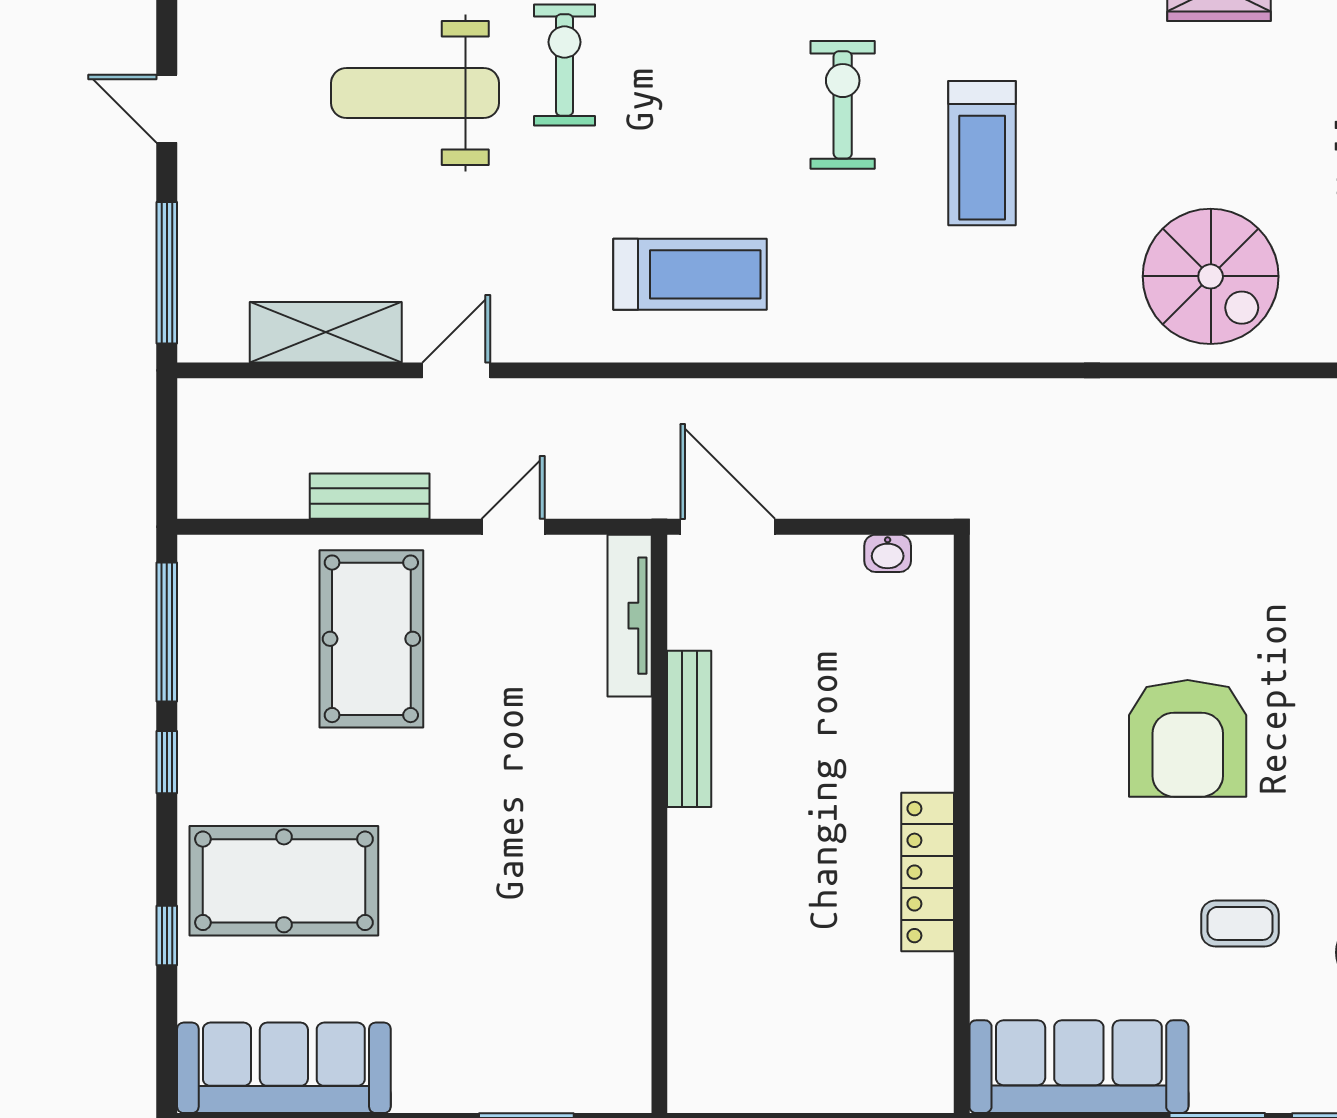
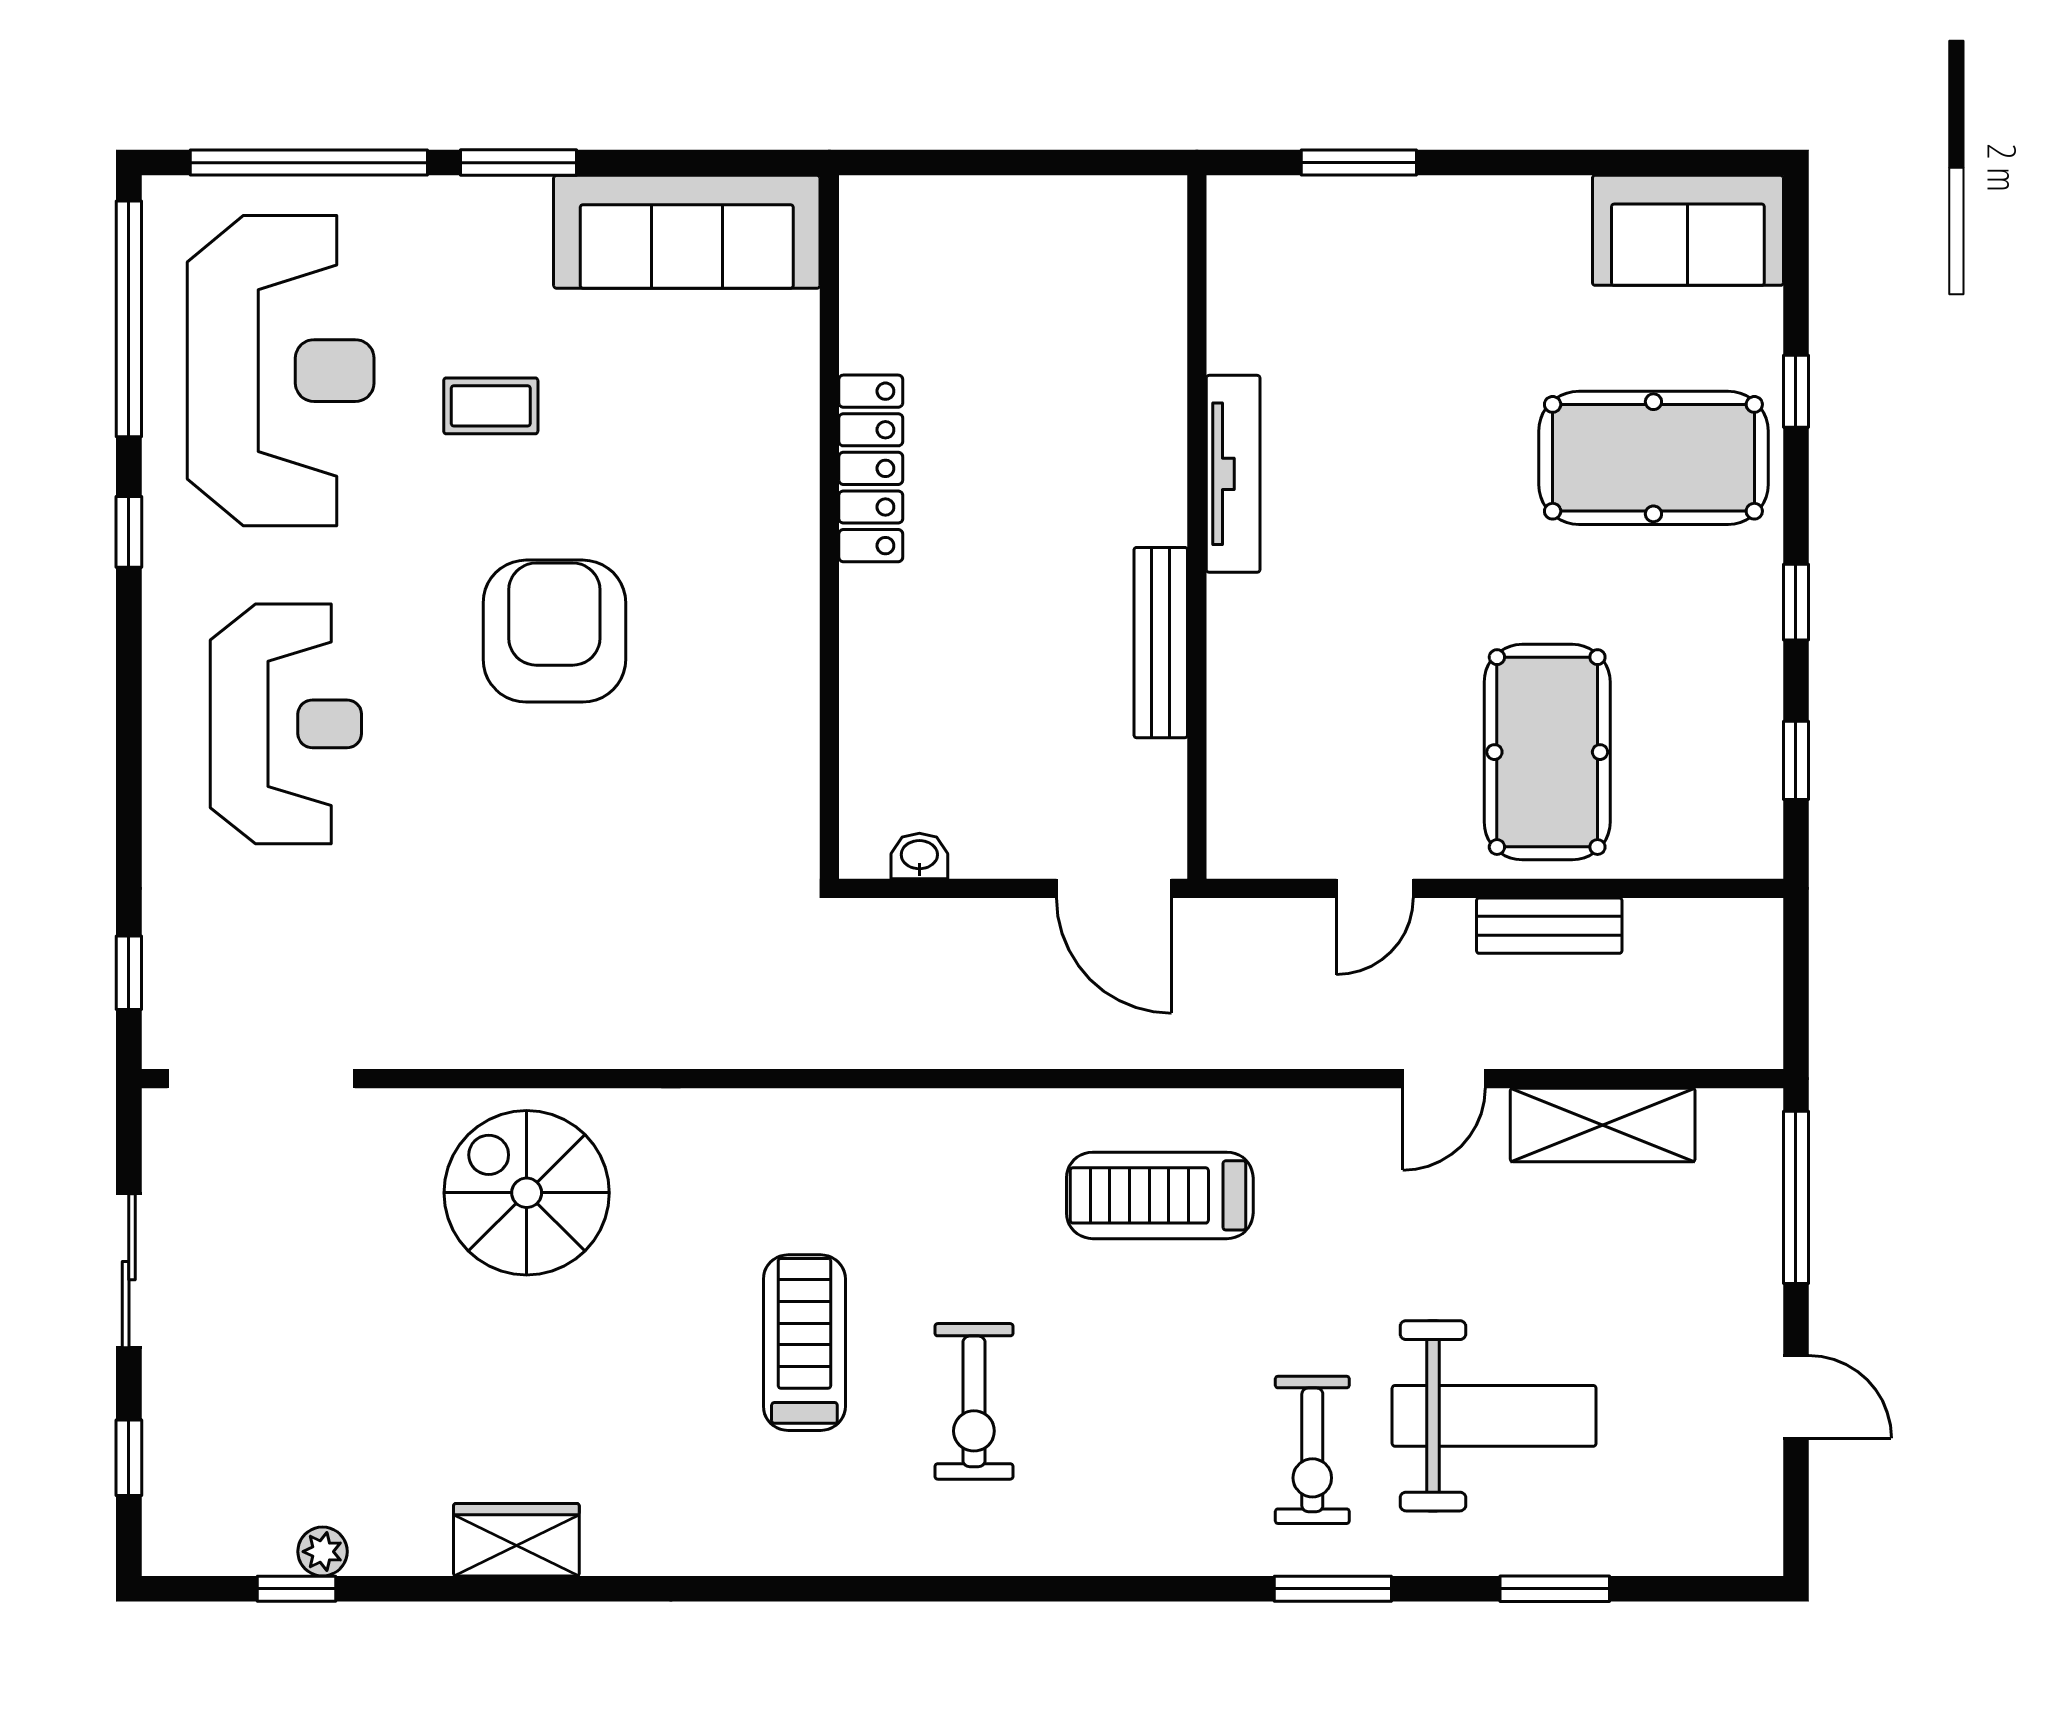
tv unit: (630, 616) -> (1233, 474), moved
window: (167, 632) -> (1796, 760), width x0.46
sofa: (284, 1068) -> (1688, 230), width x0.73

